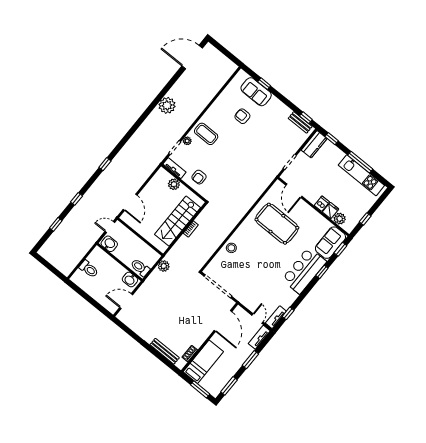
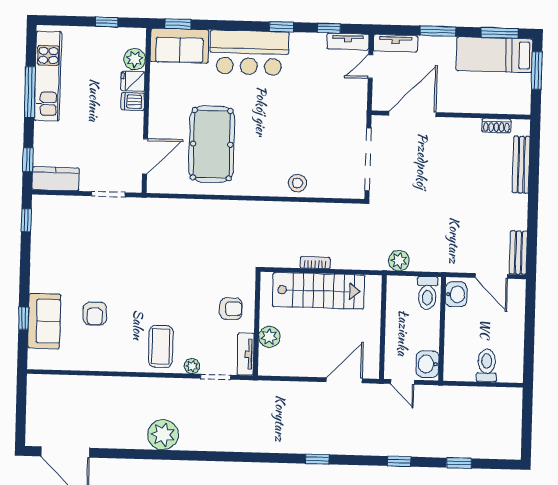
bench: (300, 122) -> (518, 253), moved
window: (322, 272) -> (282, 27), moved
bed: (203, 362) -> (494, 55), moved

